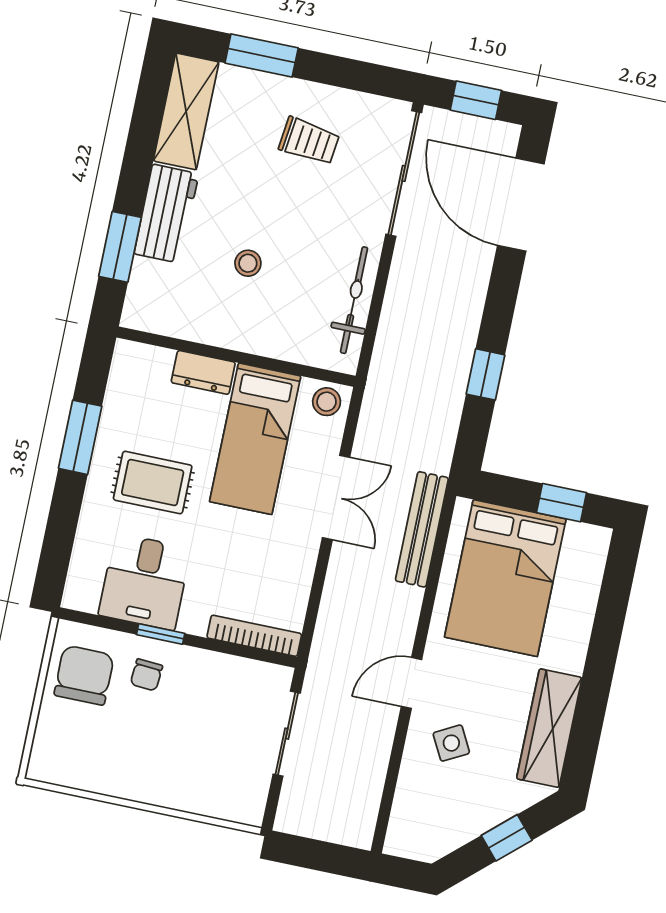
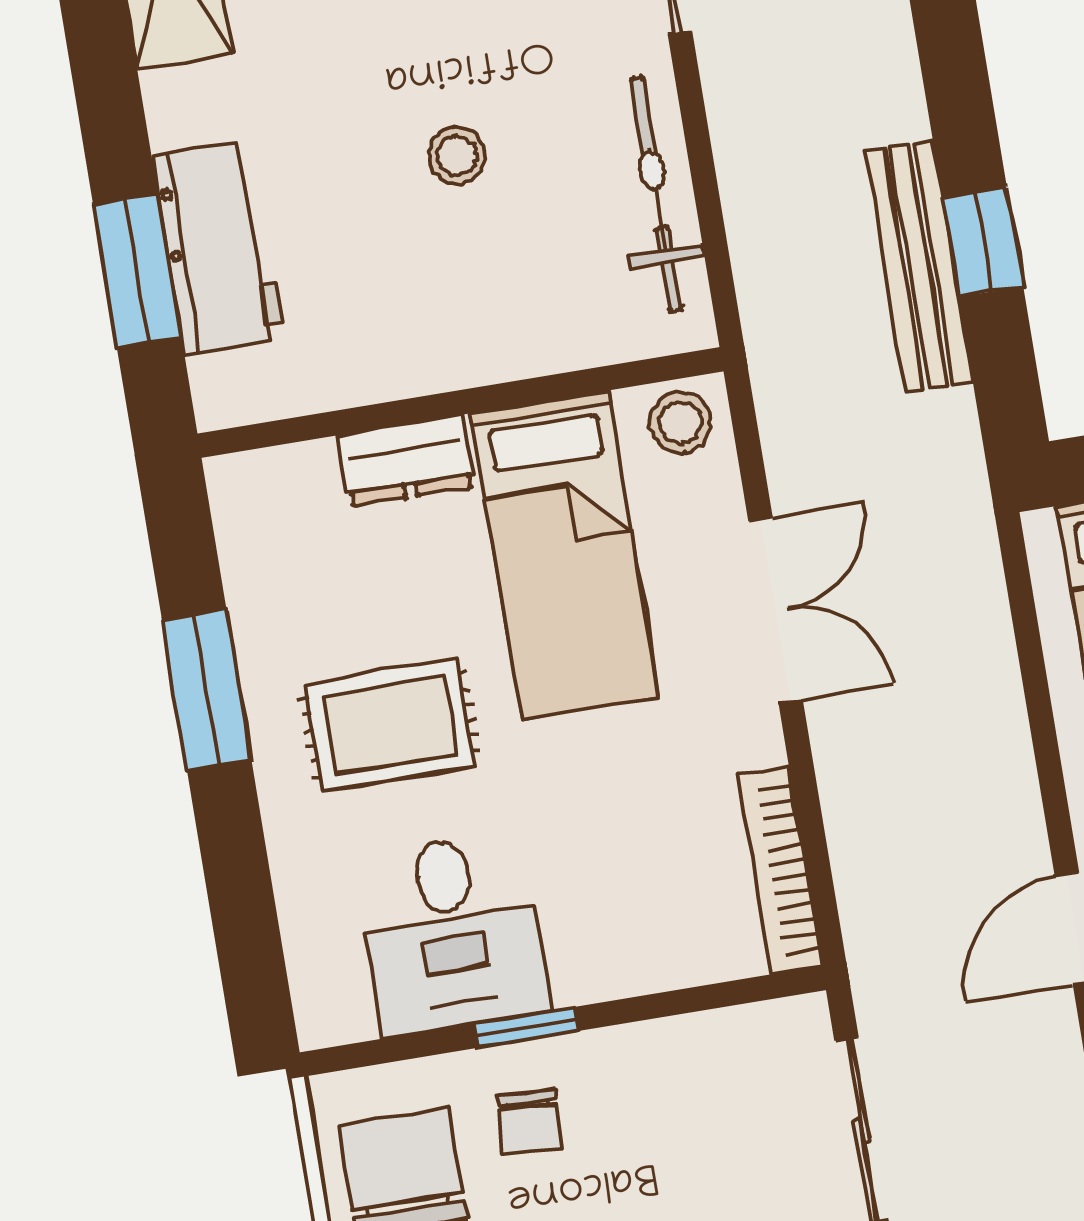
workbench: (166, 214) -> (219, 248), moved
stool: (248, 263) -> (457, 155), moved
bench: (422, 529) -> (919, 266), moved
bookcase: (254, 636) -> (780, 871), moved, turned -90

